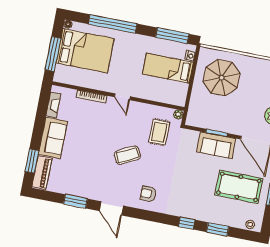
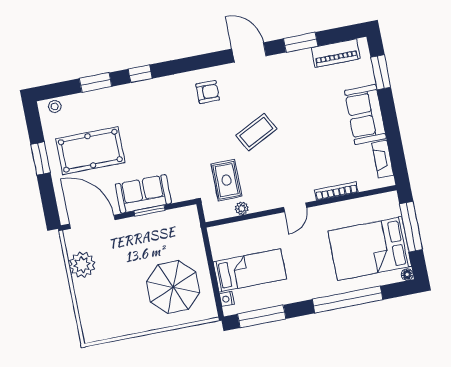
door: (122, 97) -> (295, 207), swing flipped
plant: (178, 114) -> (242, 208), moved
piano: (42, 173) -> (336, 53), moved, turned -90

